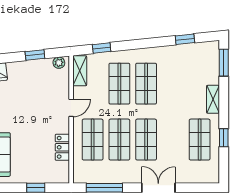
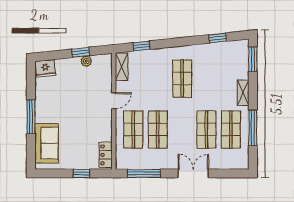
plant: (59, 63) -> (86, 61), moved
shop shelf: (119, 84) -> (158, 78), removed
window: (224, 138) -> (253, 128), width x2.17
shop shelf: (146, 140) -> (206, 130), moved
locker: (62, 147) -> (106, 155), moved

